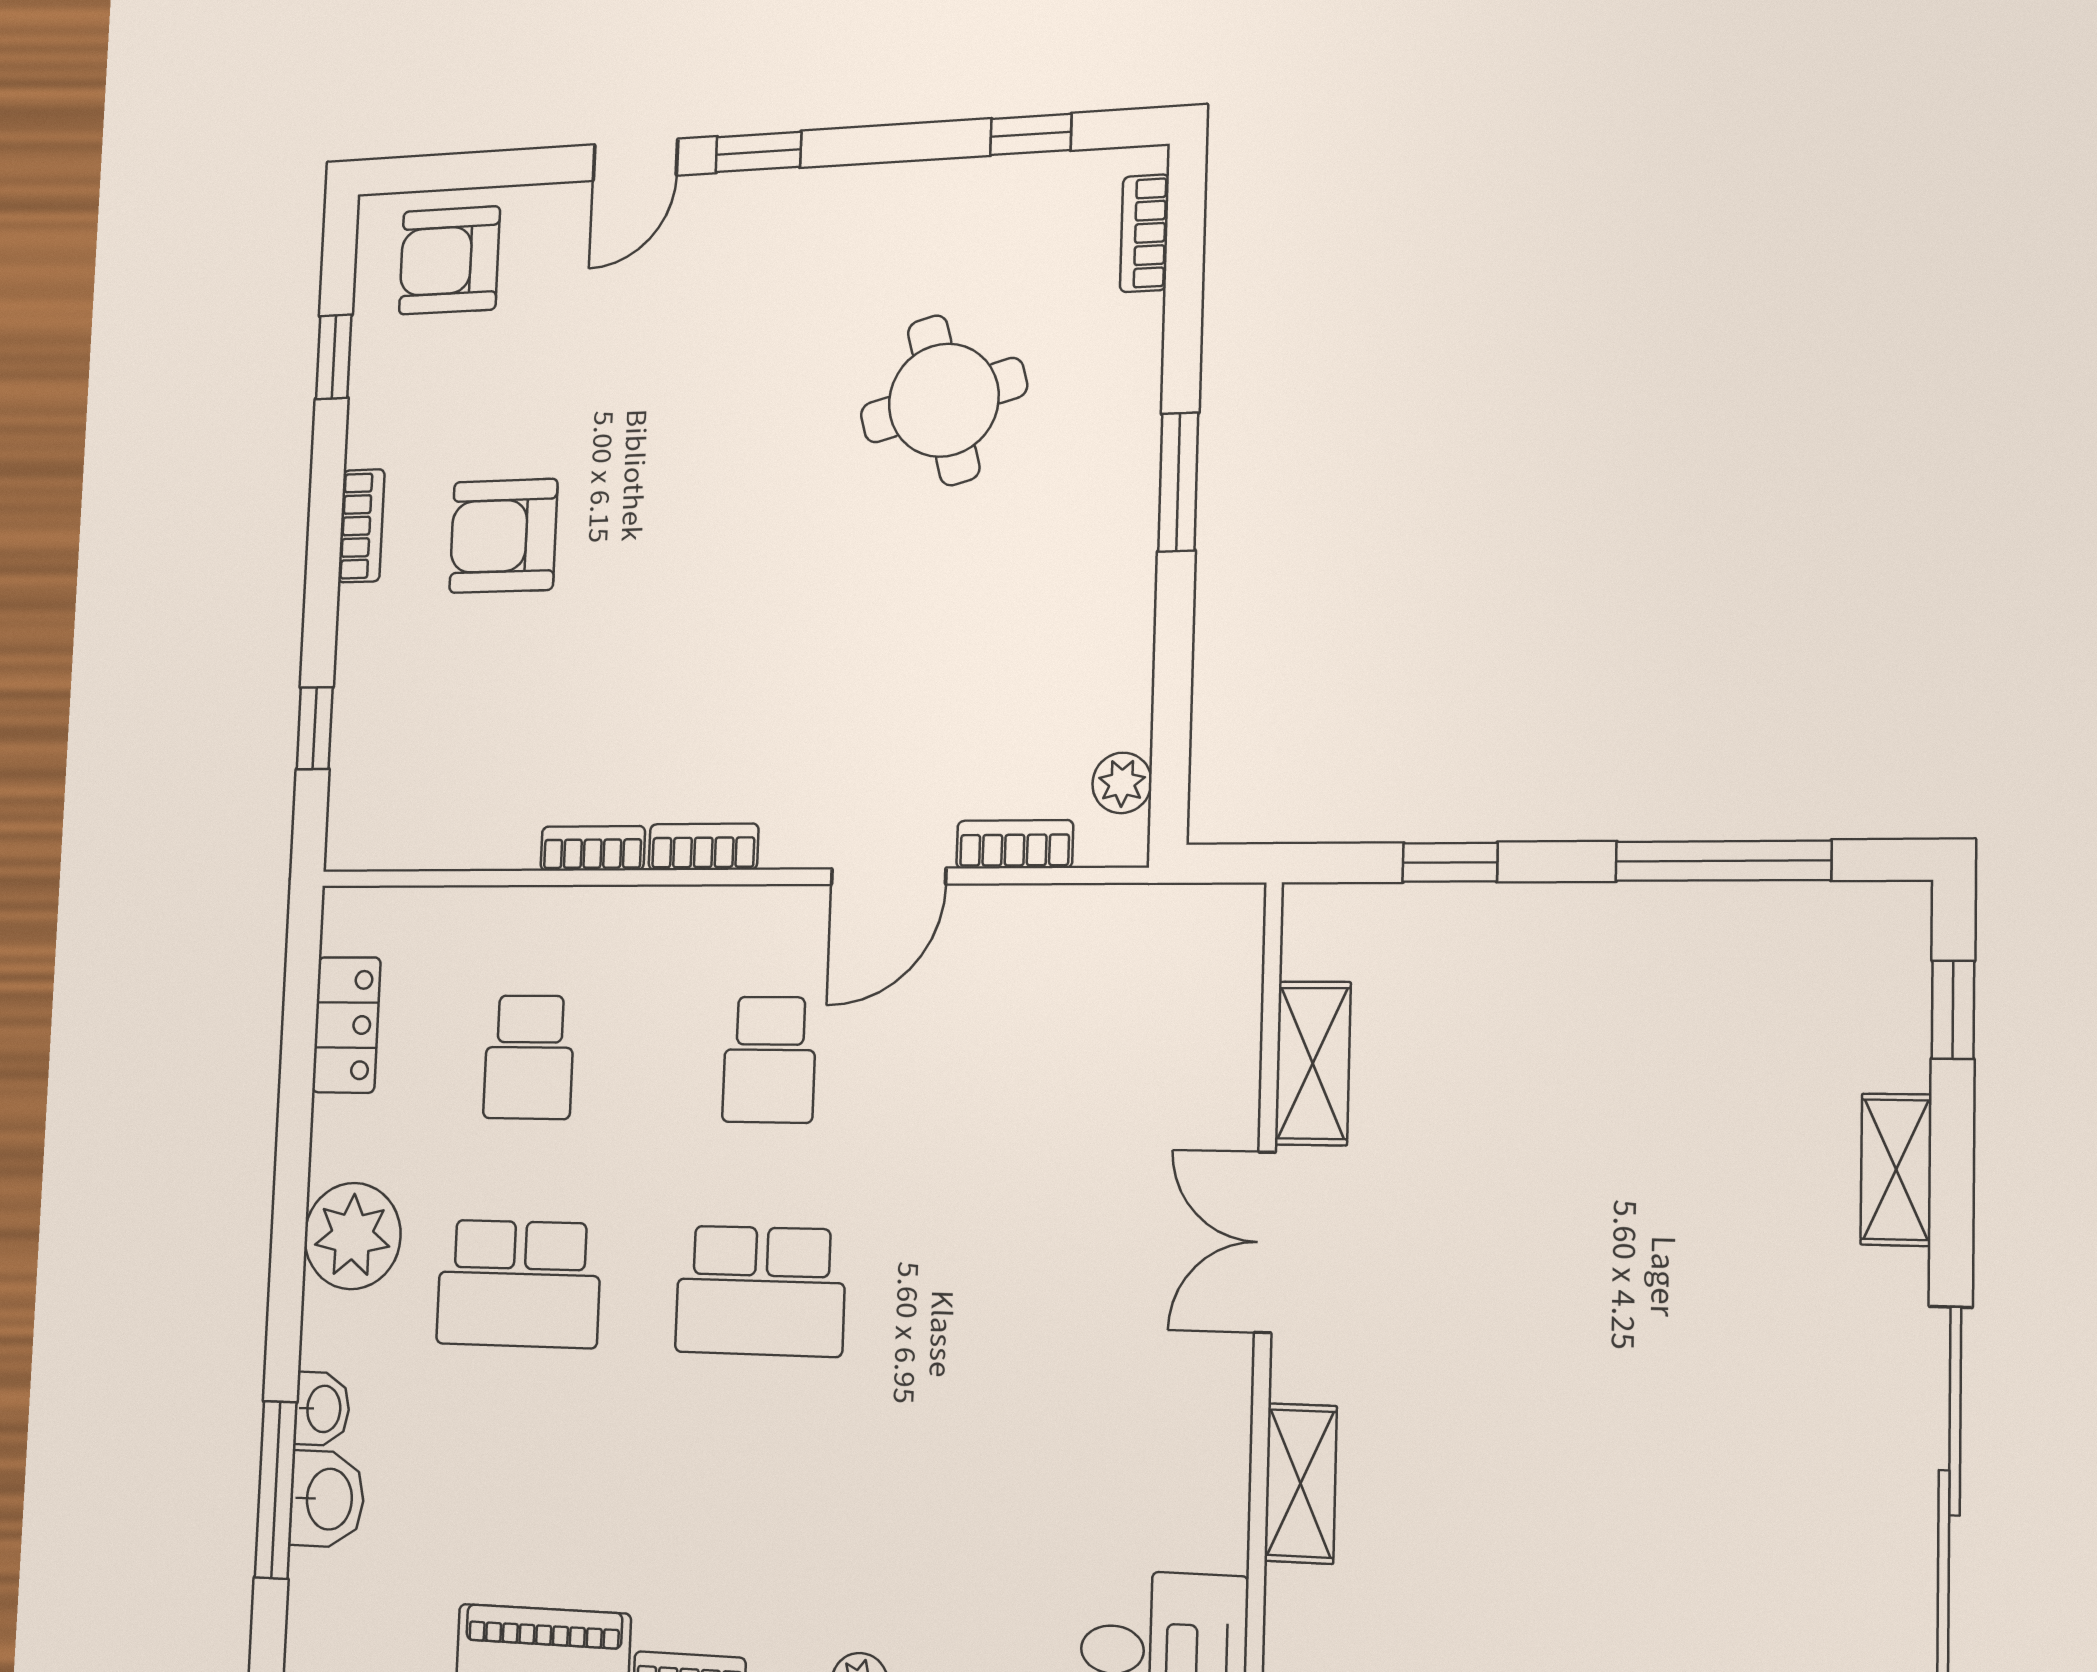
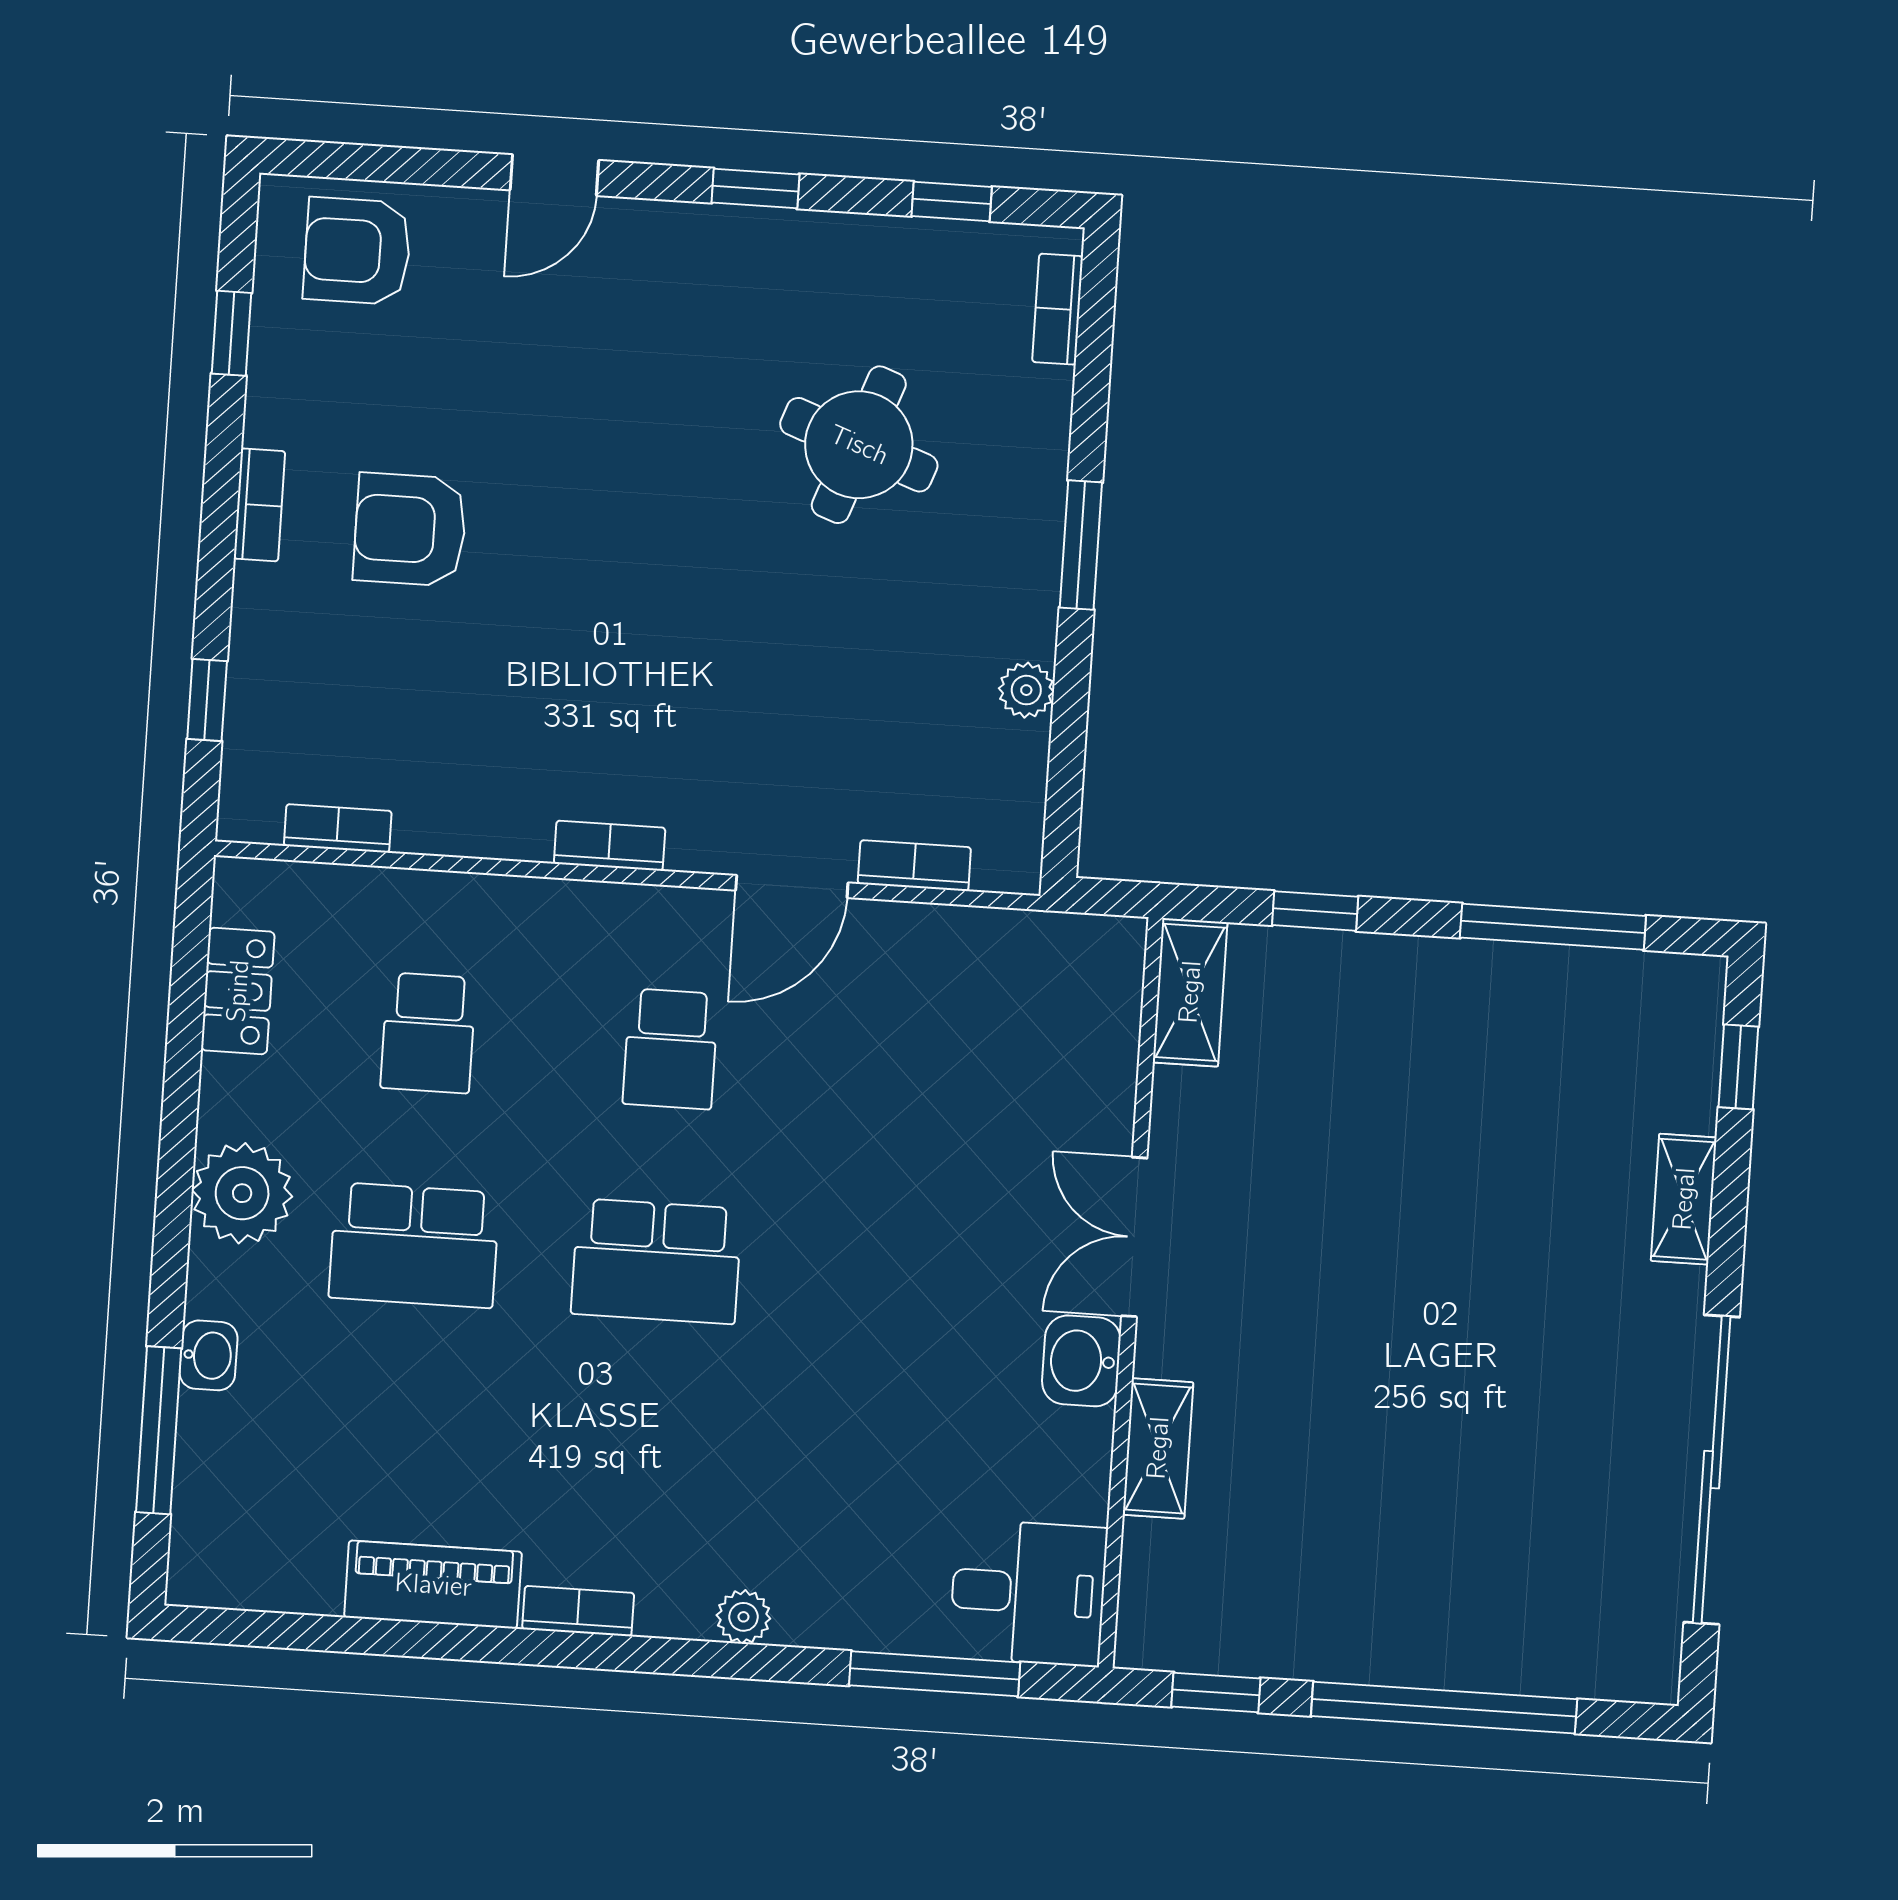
window: (758, 152) -> (755, 188), moved
round table: (944, 400) -> (859, 445), turned 35
plant: (1122, 783) -> (1026, 690), moved
bookcase: (593, 848) -> (338, 828), moved
shelving: (1313, 1063) -> (1190, 992), moved
washbasin: (327, 1499) -> (1081, 1361), moved, turned 180

